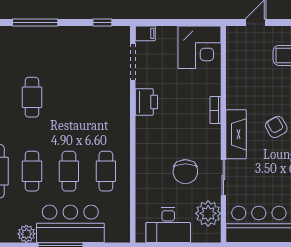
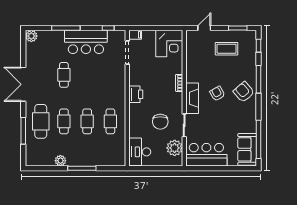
printer: (146, 102) -> (136, 94), moved
bar counter: (70, 224) -> (86, 42), moved, turned 180
desk: (168, 225) -> (140, 152), moved, turned 90

